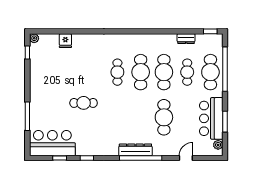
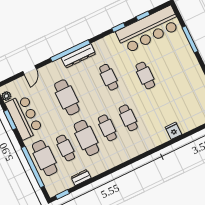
fridge: (65, 41) -> (173, 131), moved
cafe table: (141, 72) -> (107, 128), width x0.73, depth x0.74
cafe table: (84, 103) -> (145, 76), turned 90
cafe table: (117, 117) -> (109, 77), added
bar counter: (52, 143) -> (148, 30), width x1.36

